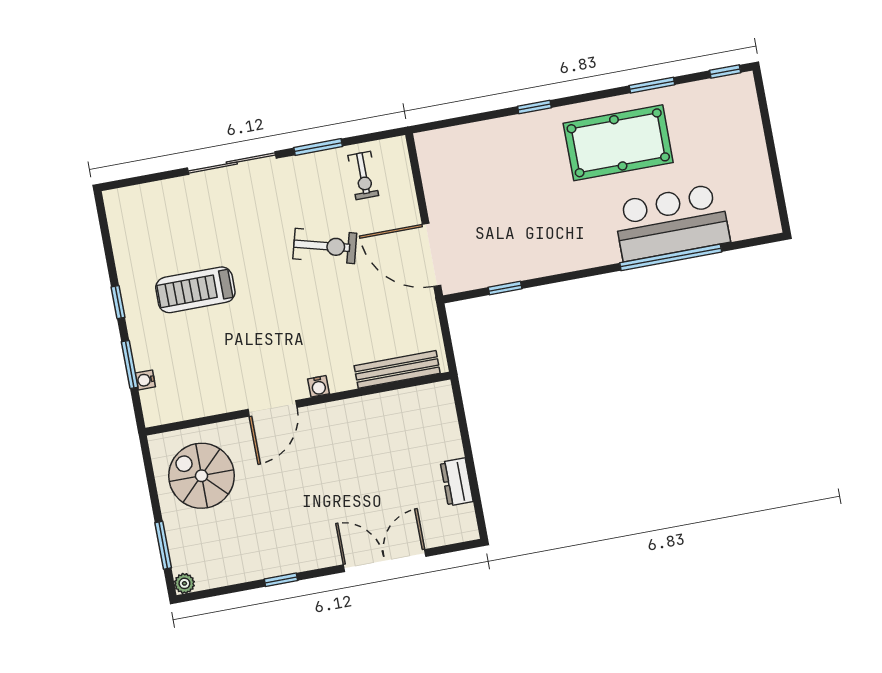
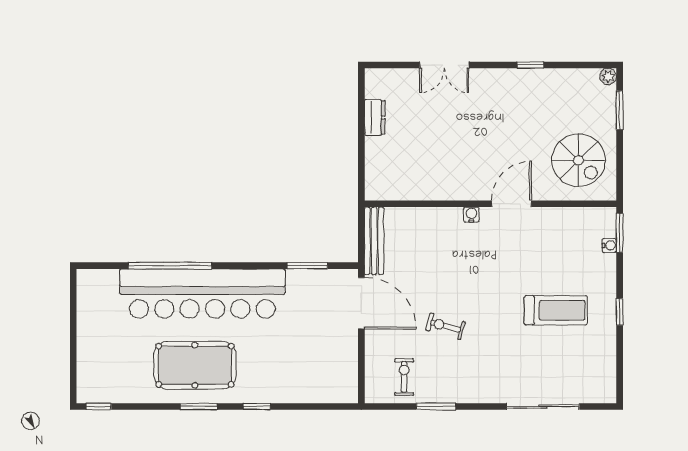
window: (652, 85) -> (199, 406), moved
sliding door: (232, 163) -> (543, 406), moved
bar counter: (671, 222) -> (202, 294), width x1.86
exercise bike: (325, 246) -> (446, 326), width x0.73, depth x0.72
window: (505, 288) -> (307, 266), width x1.50
window: (130, 364) -> (620, 233), moved
bench: (397, 369) -> (374, 241), moved, turned 90
double door: (385, 561) -> (444, 65), width x0.73

